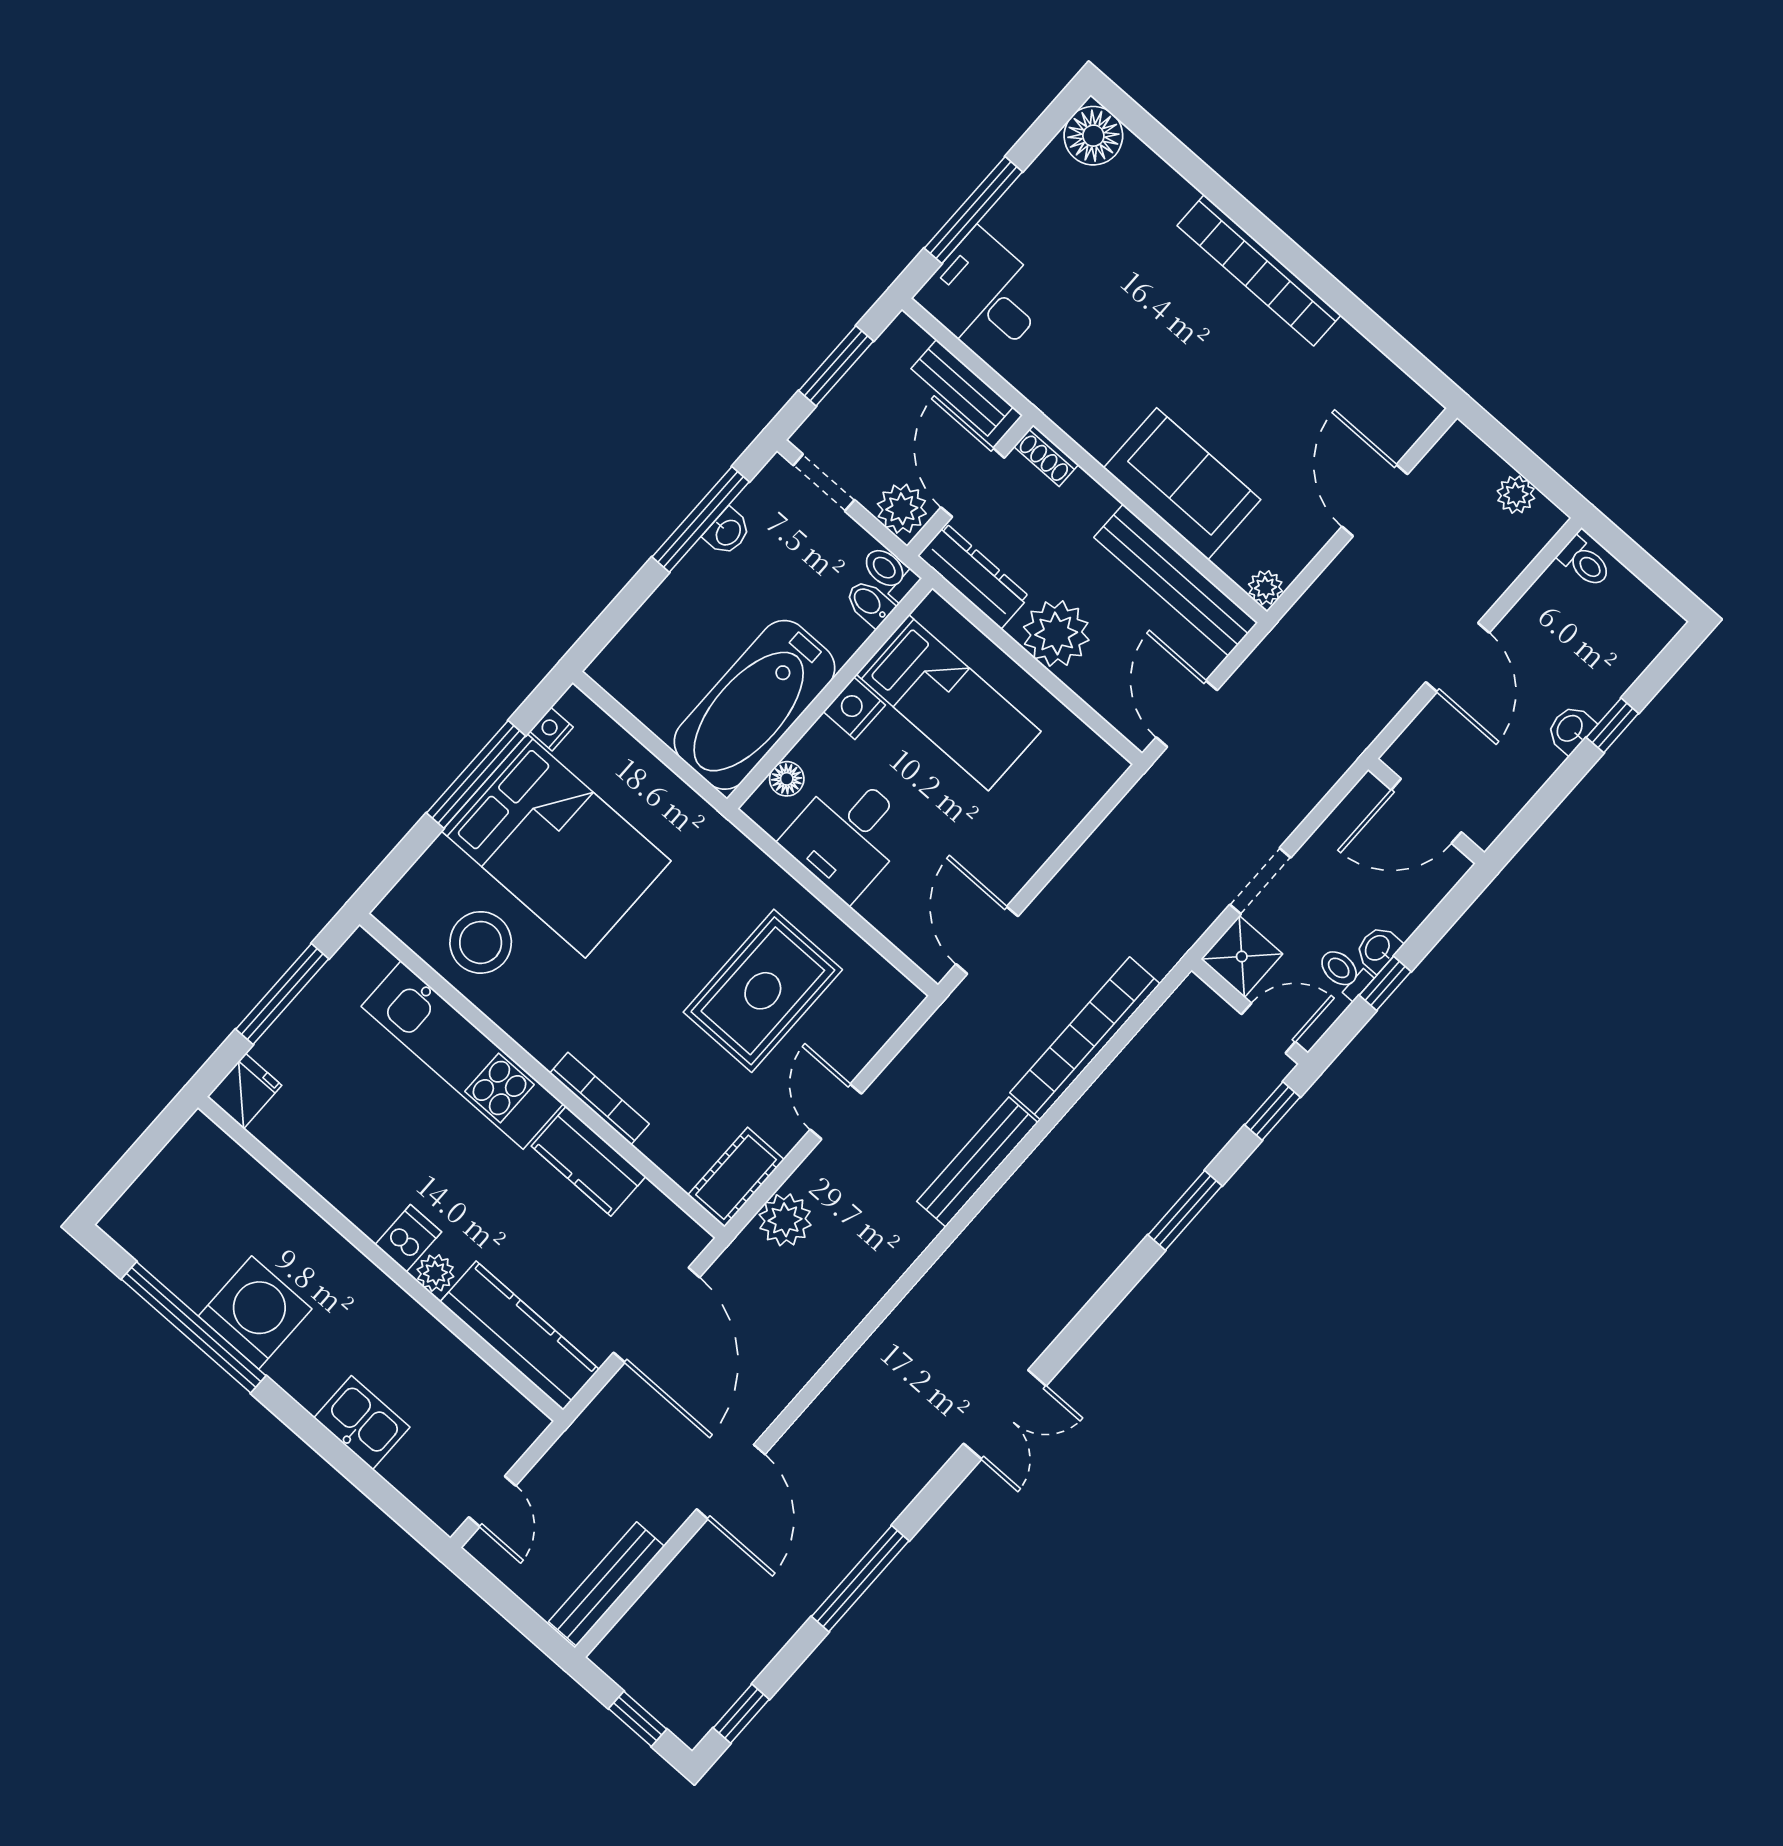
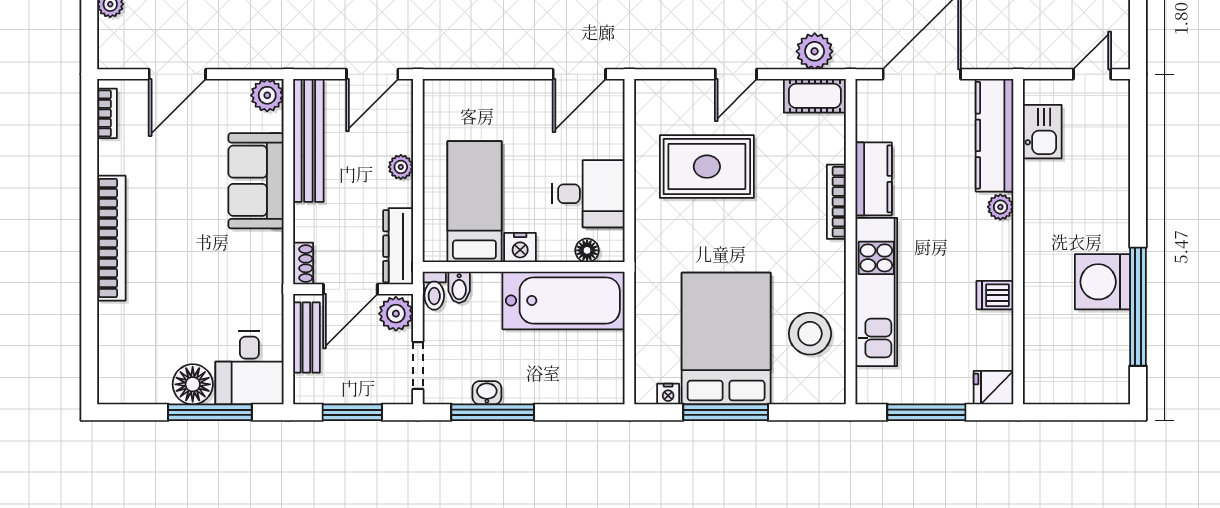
floor lamp: (1093, 136) -> (193, 384), moved
bookcase: (1400, 386) -> (107, 113), added
plant: (1265, 588) -> (267, 95), width x1.38, depth x1.38
plant: (1056, 634) -> (401, 167), width x0.53, depth x0.53
dishwasher: (408, 1238) -> (995, 295), moved
kitchen sink: (362, 1423) -> (1042, 132), moved, turned 180

